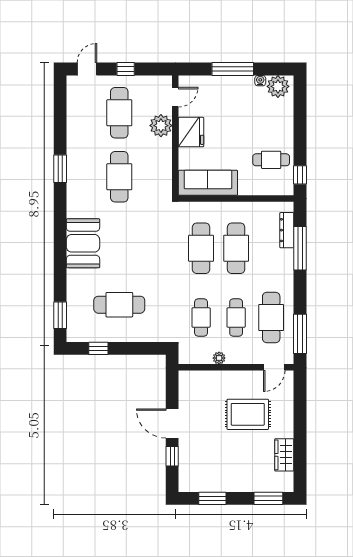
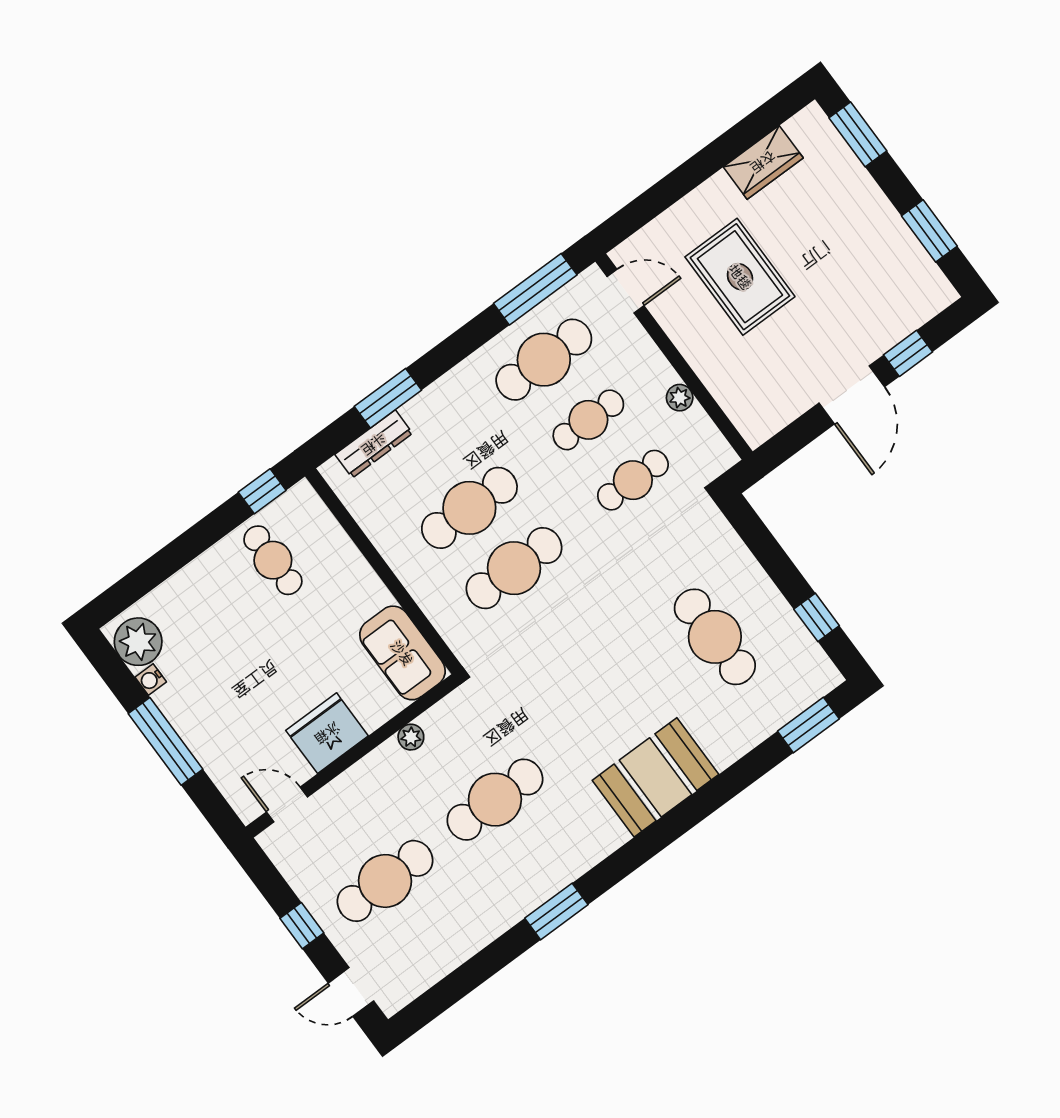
plant: (161, 126) -> (411, 737), moved, width x0.53, depth x0.53
sofa: (208, 183) -> (402, 653), width x0.73
window: (300, 248) -> (388, 398), width x0.69

